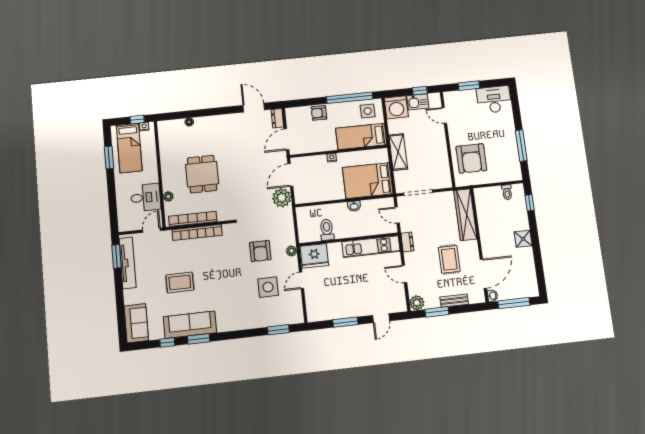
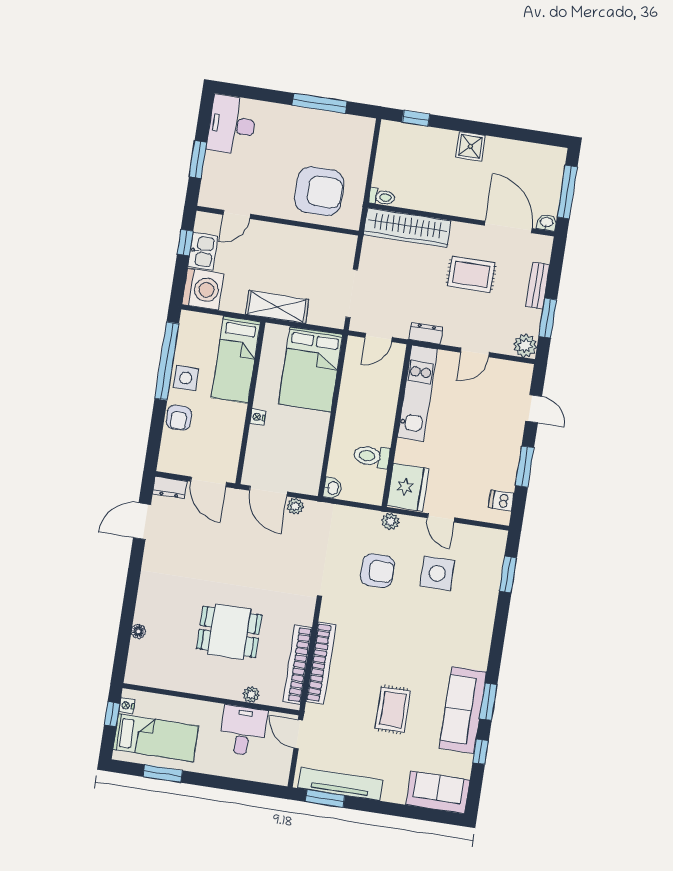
side table: (368, 111) -> (186, 378), moved
toilet: (507, 192) -> (382, 197), moved
plant: (282, 198) -> (295, 506), width x0.53, depth x0.53
washbasin: (354, 206) -> (333, 488), moved
dishwasher: (321, 314) -> (501, 500), added

